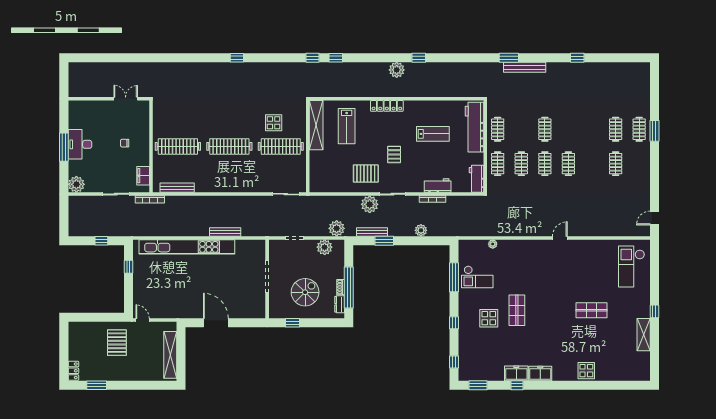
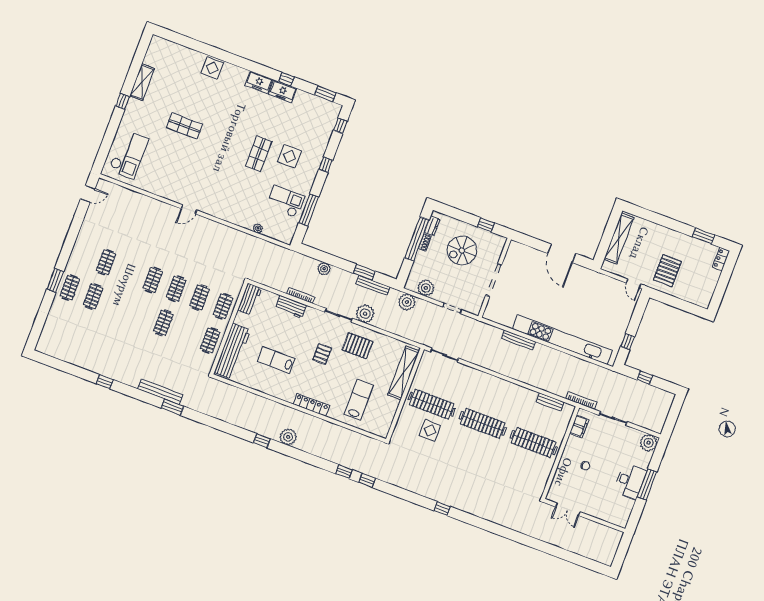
shelving: (316, 125) -> (403, 373), moved
bench: (177, 188) -> (550, 402), width x0.73

